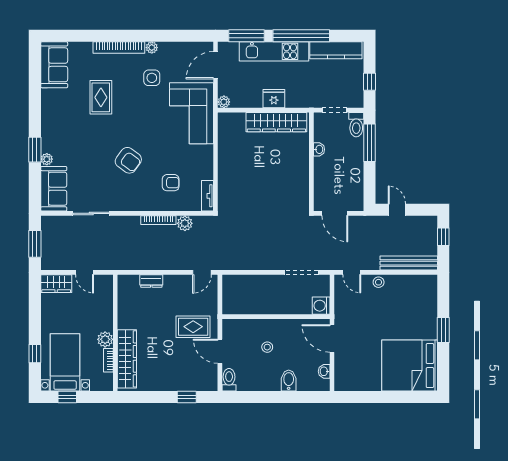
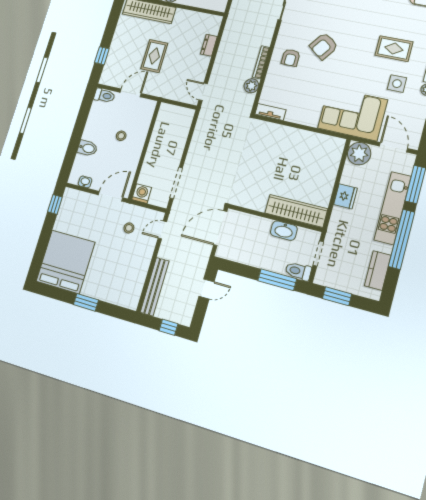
kitchen counter: (336, 50) -> (378, 270), width x0.67
window: (370, 82) -> (337, 296), width x1.50
rug: (101, 97) -> (394, 49), moved
plant: (224, 102) -> (359, 154), width x1.88, depth x1.88
wardrobe: (276, 122) -> (296, 211), moved, turned 90
washbasin: (319, 149) -> (284, 231), width x1.91, depth x1.45
armchair: (171, 183) -> (291, 58), moved
door: (335, 213) -> (220, 228), width x1.36
stool: (379, 282) -> (129, 228), moved
rug: (193, 327) -> (154, 56), moved
window: (355, 397) -> (55, 204), added

